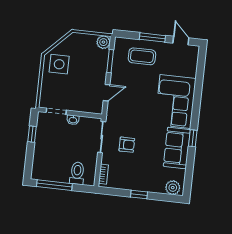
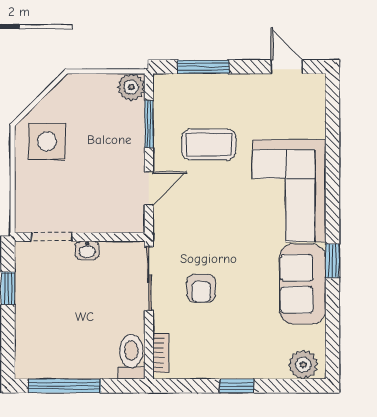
window: (152, 37) -> (203, 67), moved
coffee table: (142, 56) -> (209, 145), moved
armchair: (127, 145) -> (201, 288), turned 90
toilet: (77, 173) -> (131, 357), moved

